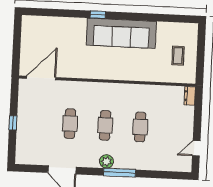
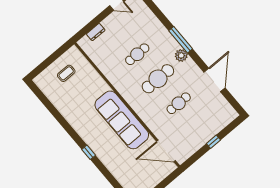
sofa: (121, 33) -> (122, 120), moved, turned 180
dresser: (190, 96) -> (96, 32), moved
cafe table: (105, 125) -> (158, 79), width x1.37, depth x1.35

